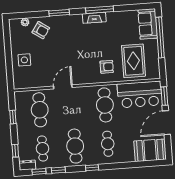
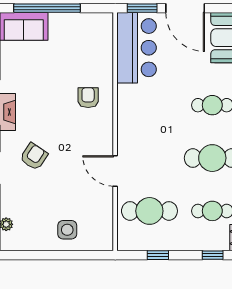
armchair: (41, 30) -> (34, 157), moved
rug: (133, 61) -> (82, 54), removed
cafe table: (105, 105) -> (149, 105), removed

